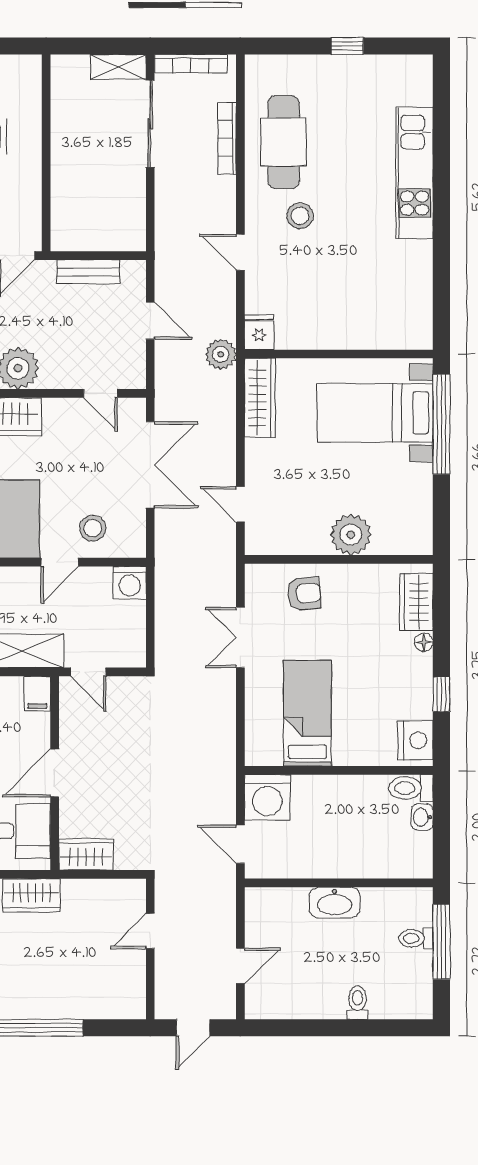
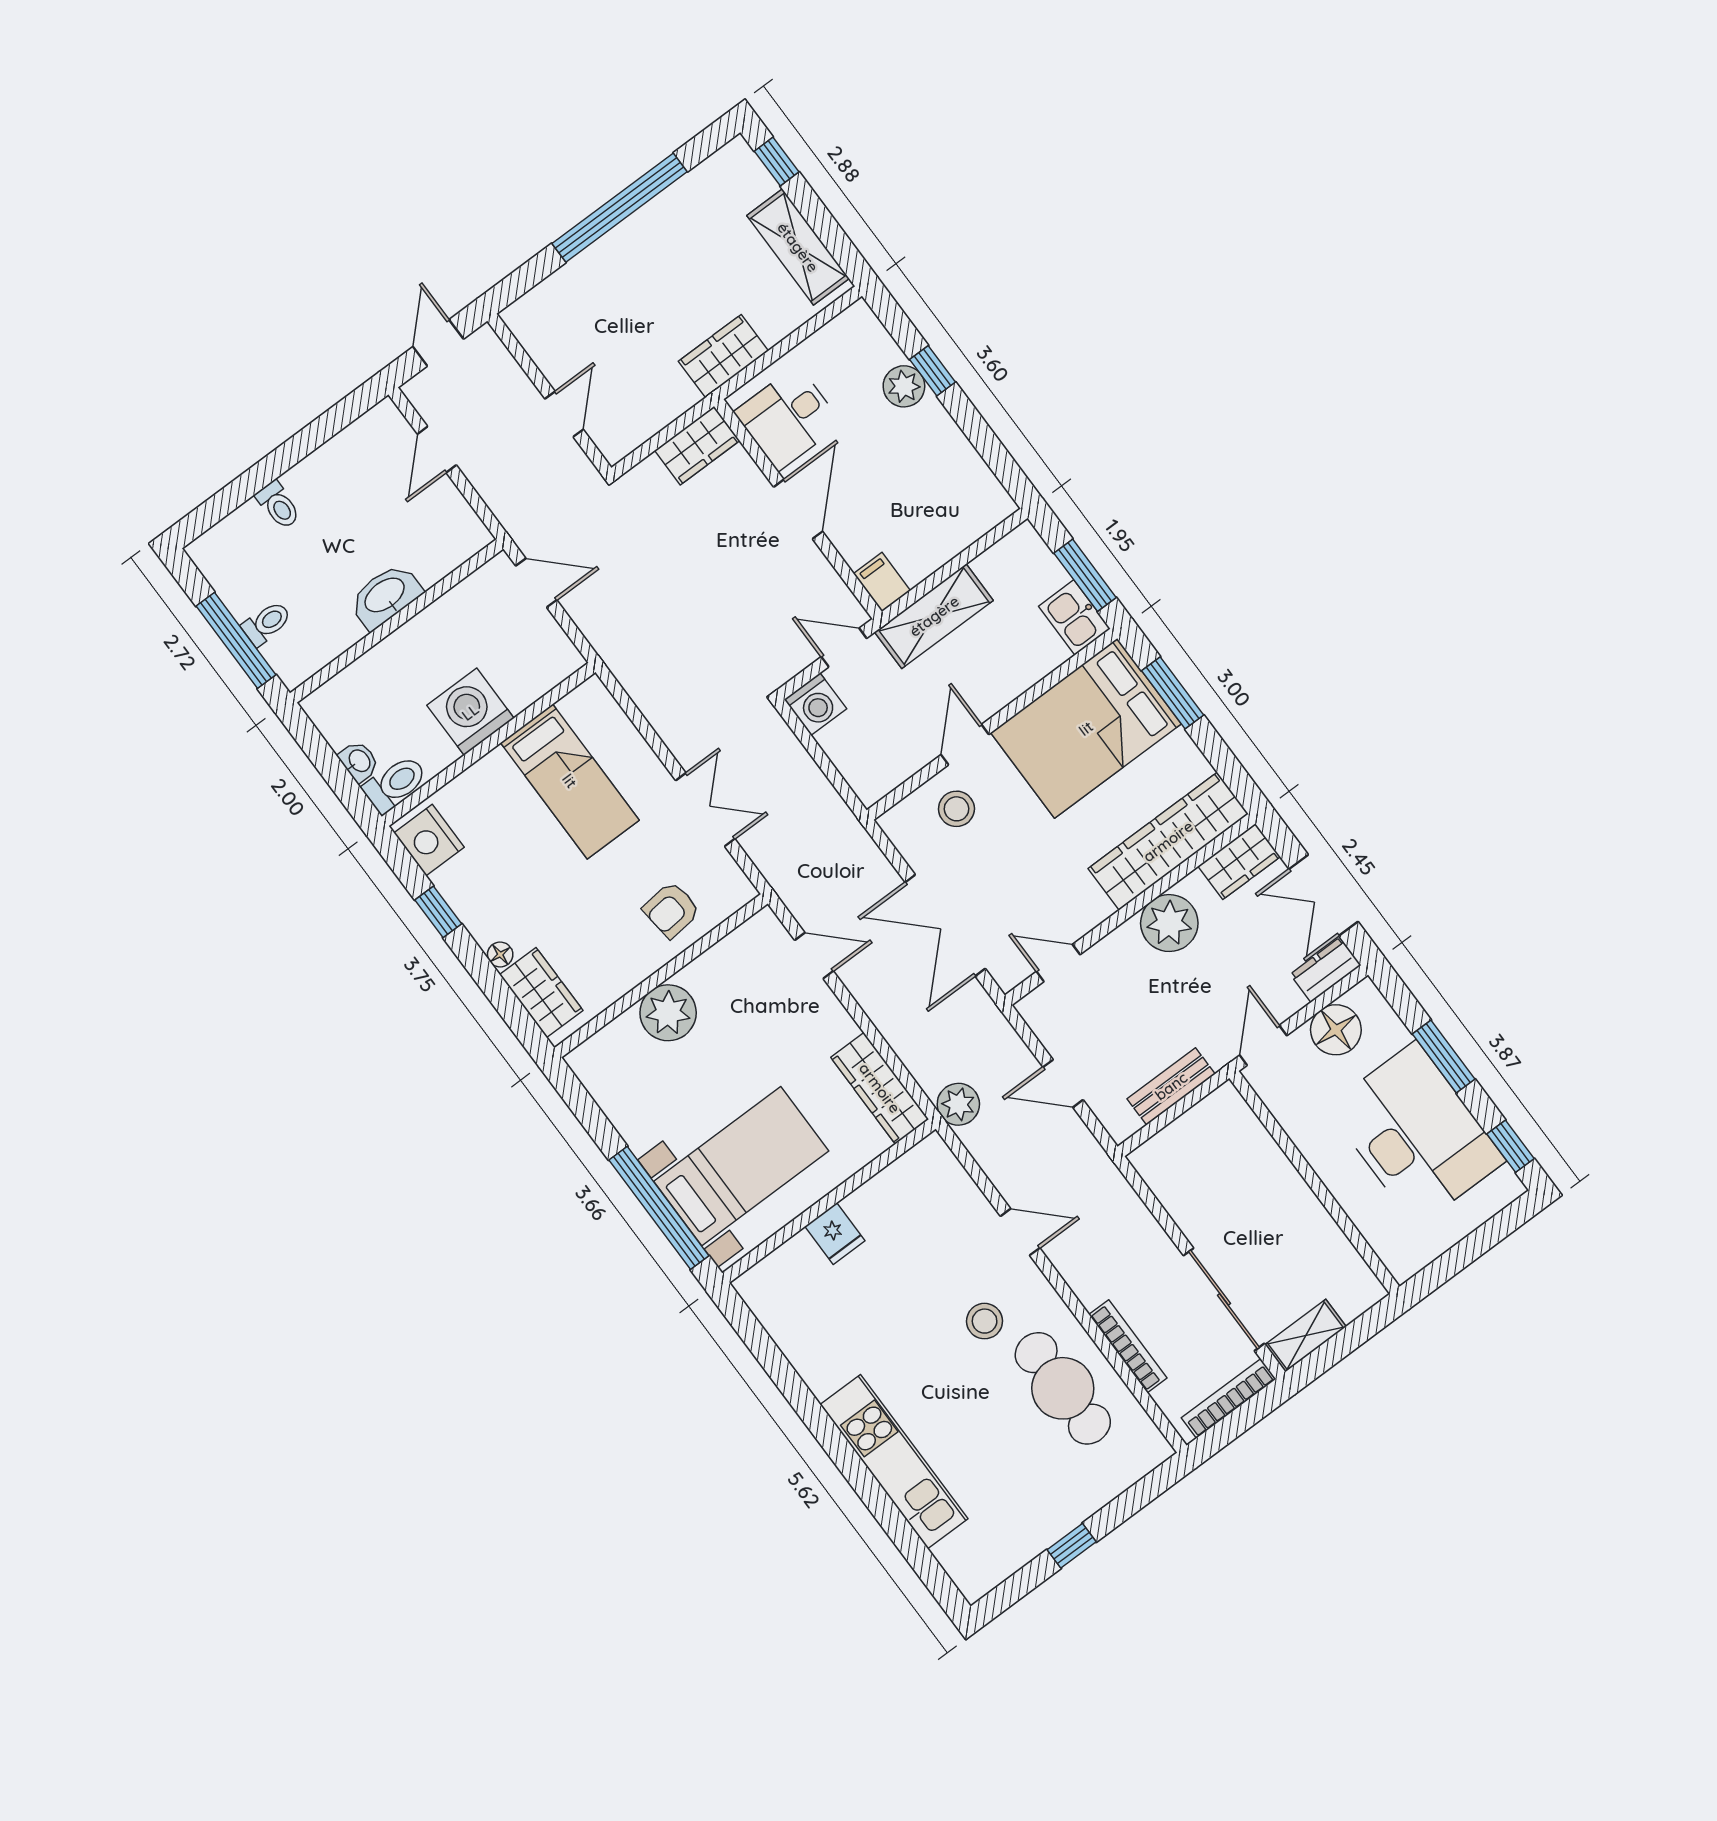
fridge: (259, 332) -> (835, 1234), moved
washing machine: (130, 583) -> (815, 704), moved, turned 180
washing machine: (267, 797) -> (470, 712), moved

